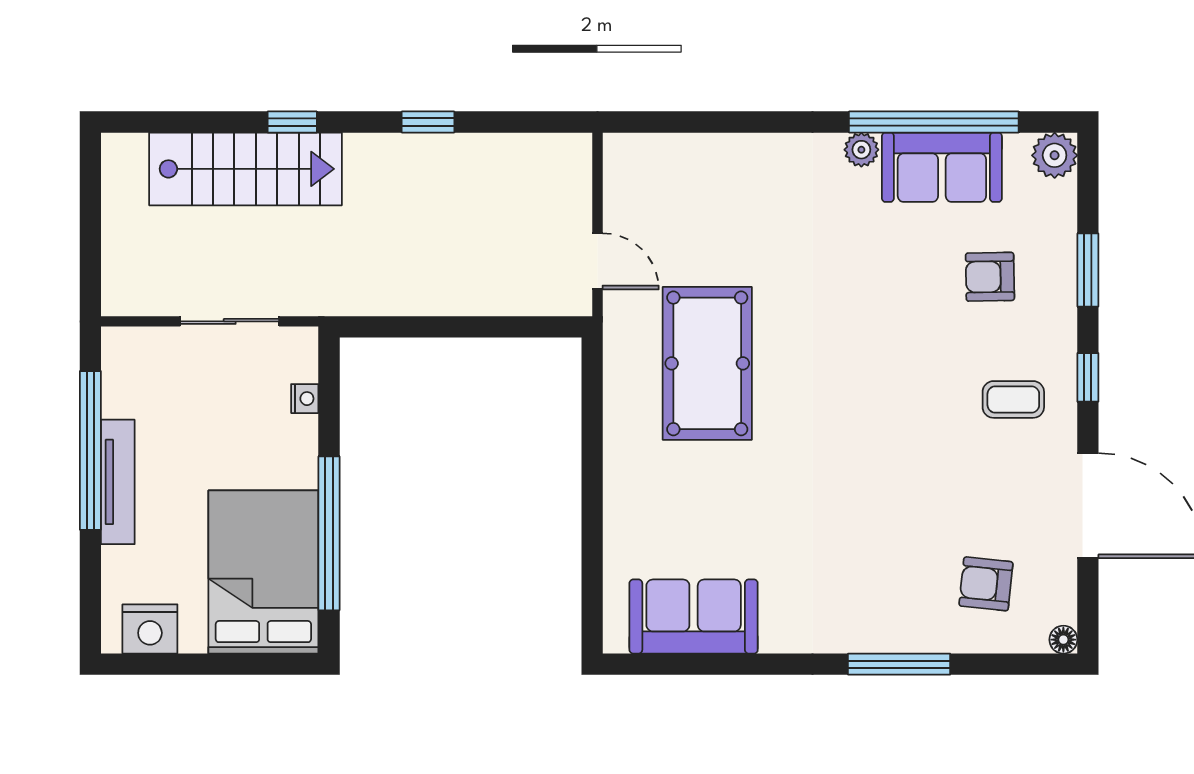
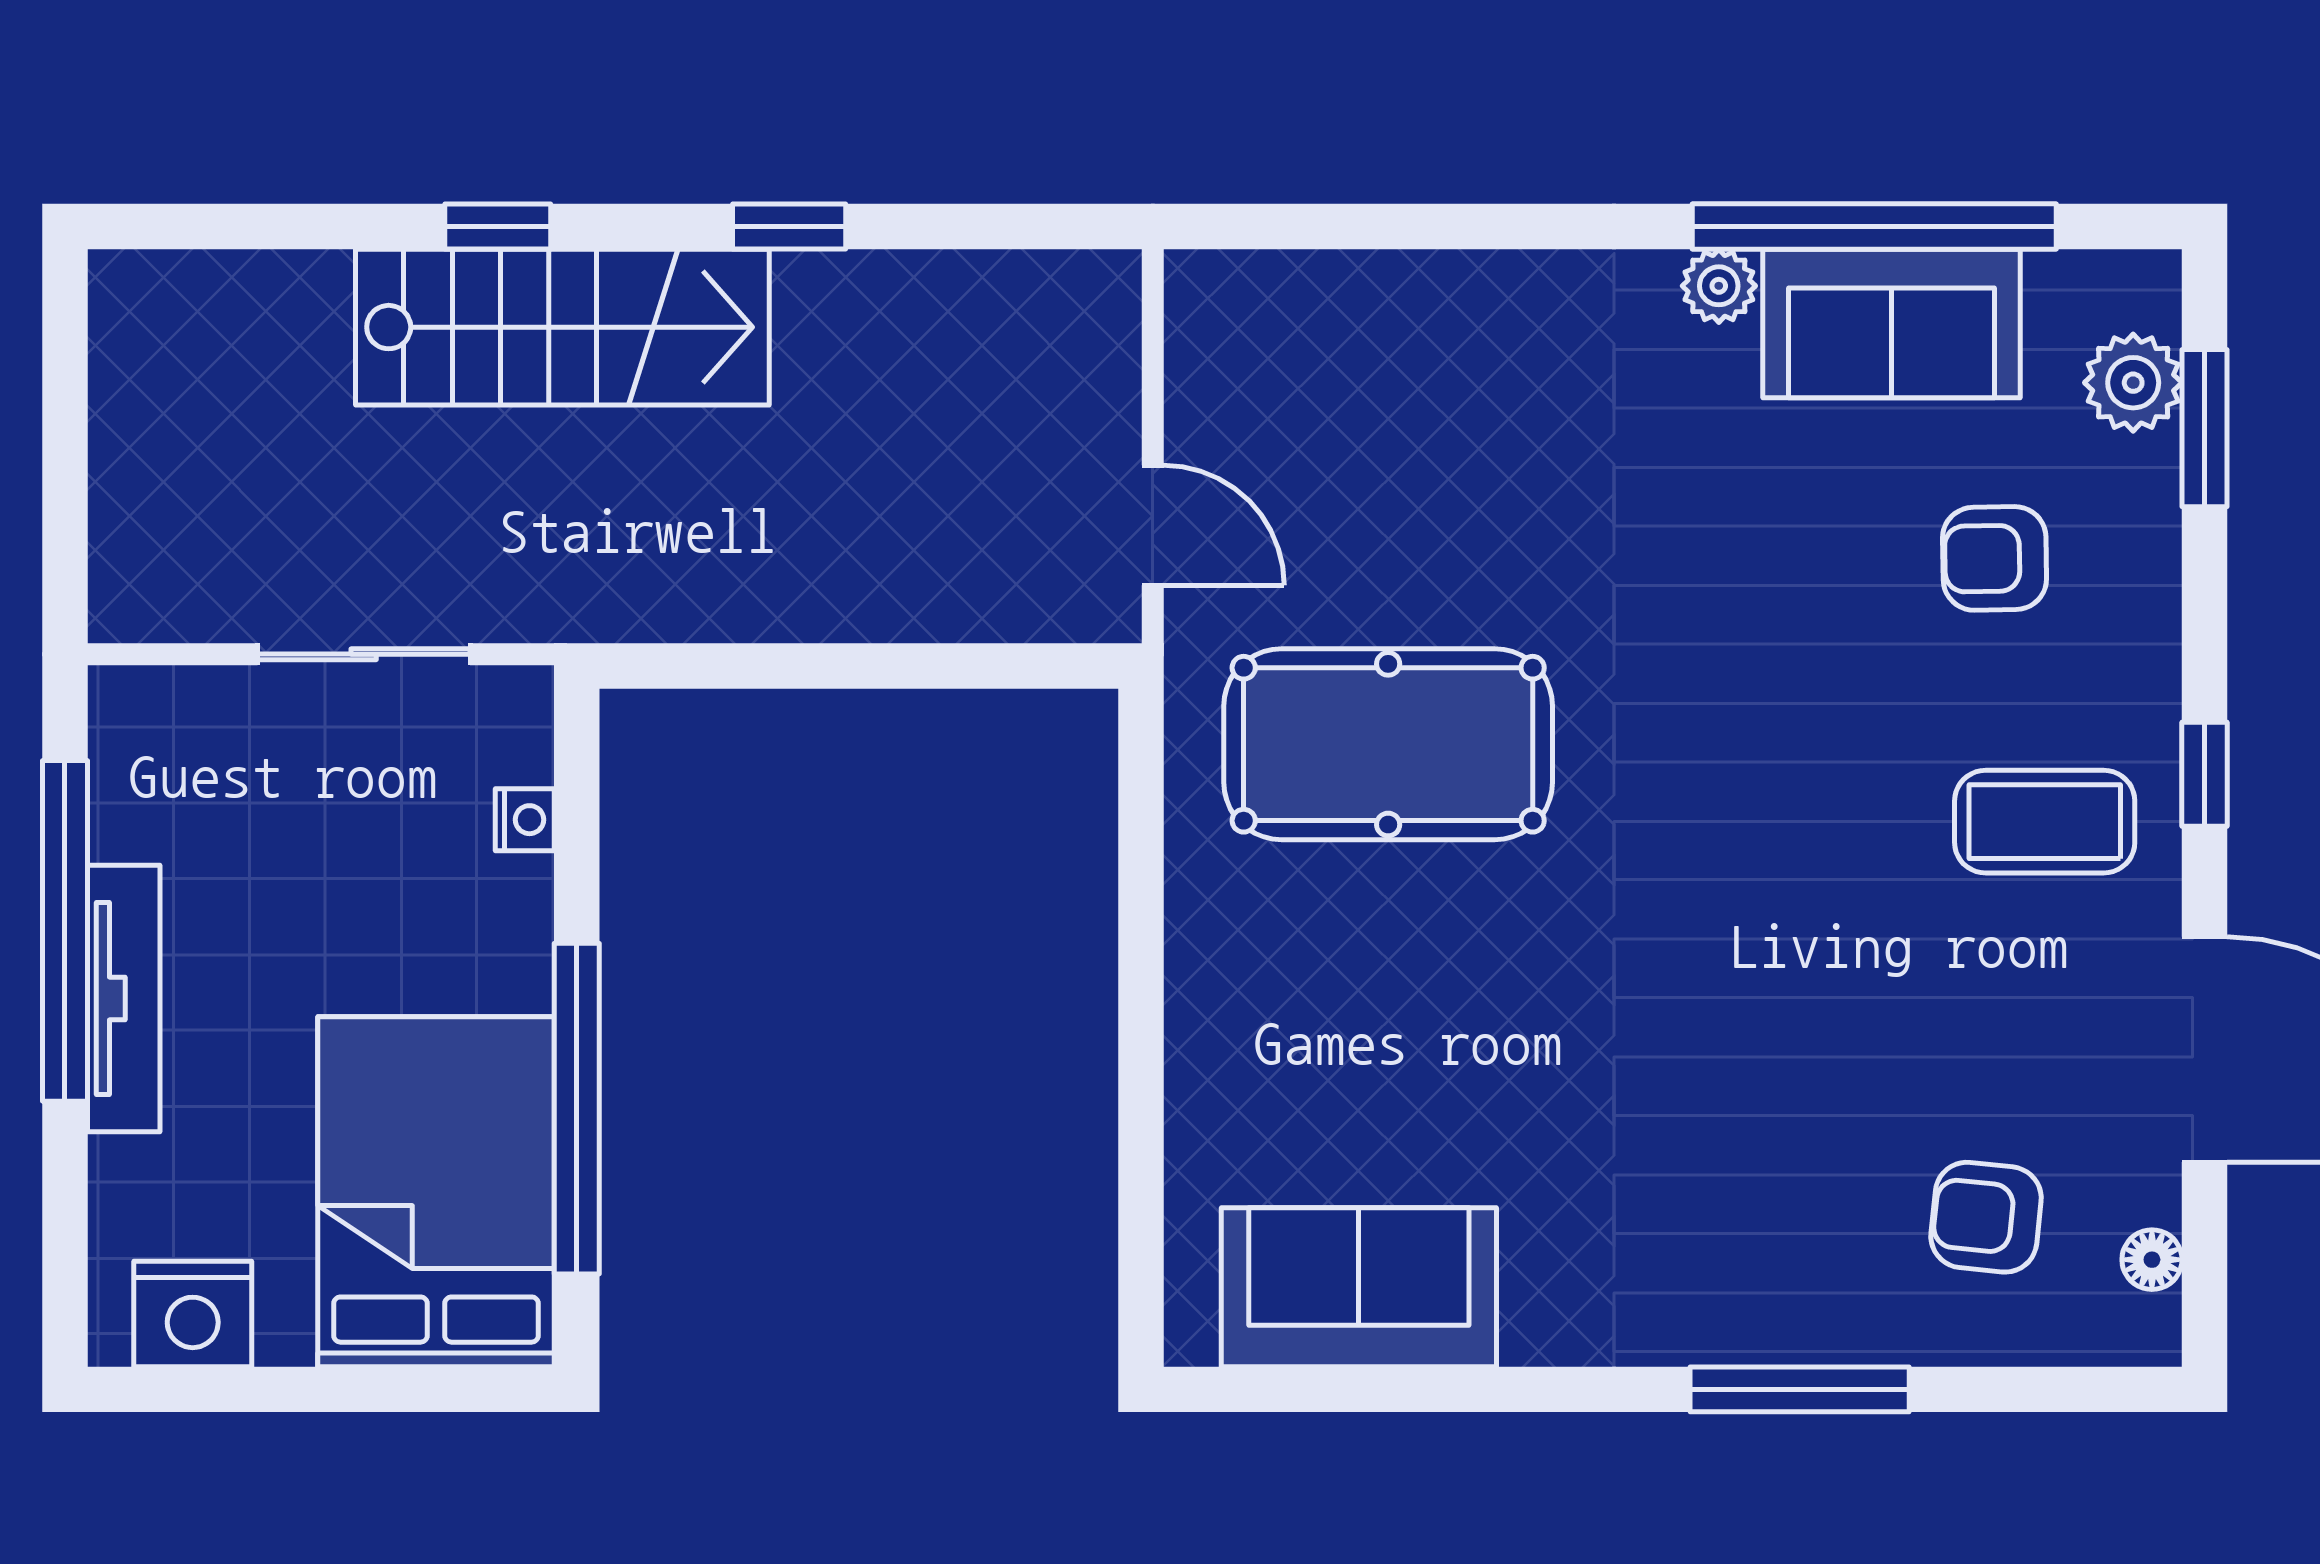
plant: (1055, 155) -> (2133, 383), moved
stairs: (246, 169) -> (562, 327), moved
window: (1088, 270) -> (2205, 428), moved
pool table: (707, 363) -> (1388, 744), turned 90
coffee table: (1013, 399) -> (2045, 822), width x1.36, depth x1.30
floor lamp: (1063, 640) -> (2152, 1260), moved

